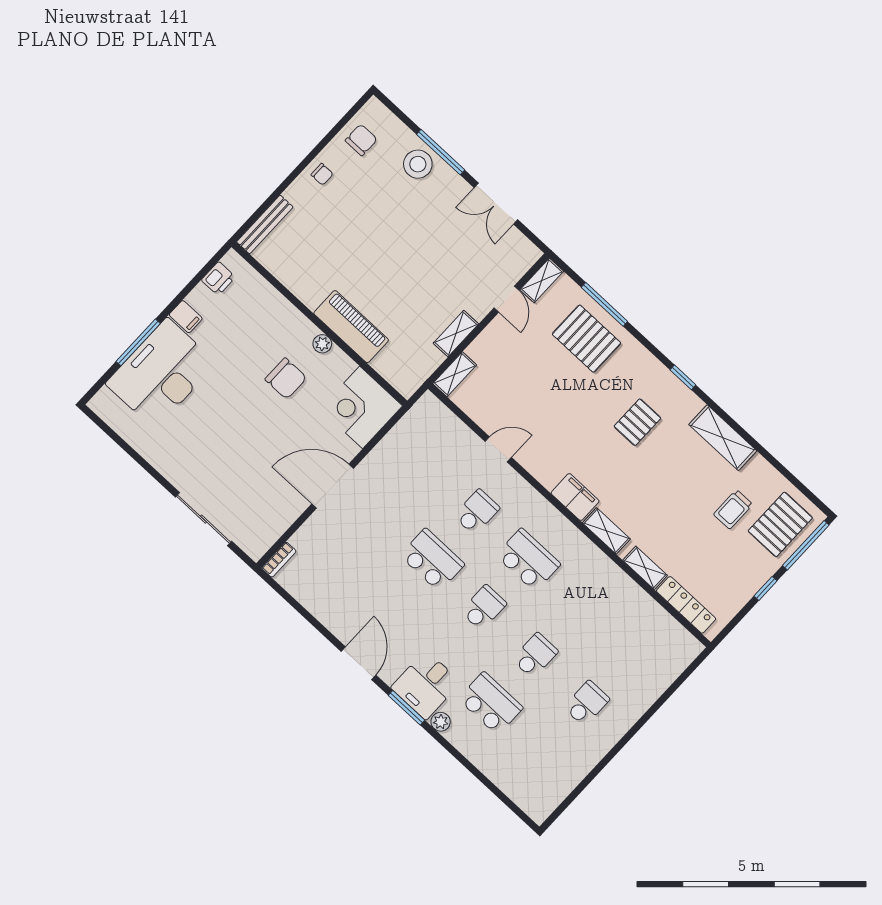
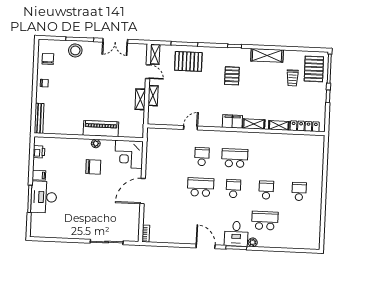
desk: (161, 373) -> (44, 197), width x0.73, depth x0.77
shelving: (455, 374) -> (153, 96), moved

